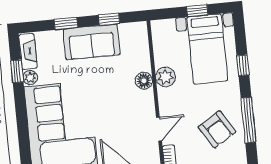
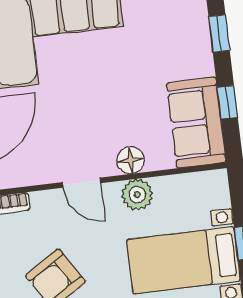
sofa: (92, 42) -> (196, 123), moved
door: (159, 129) -> (82, 183), moved

